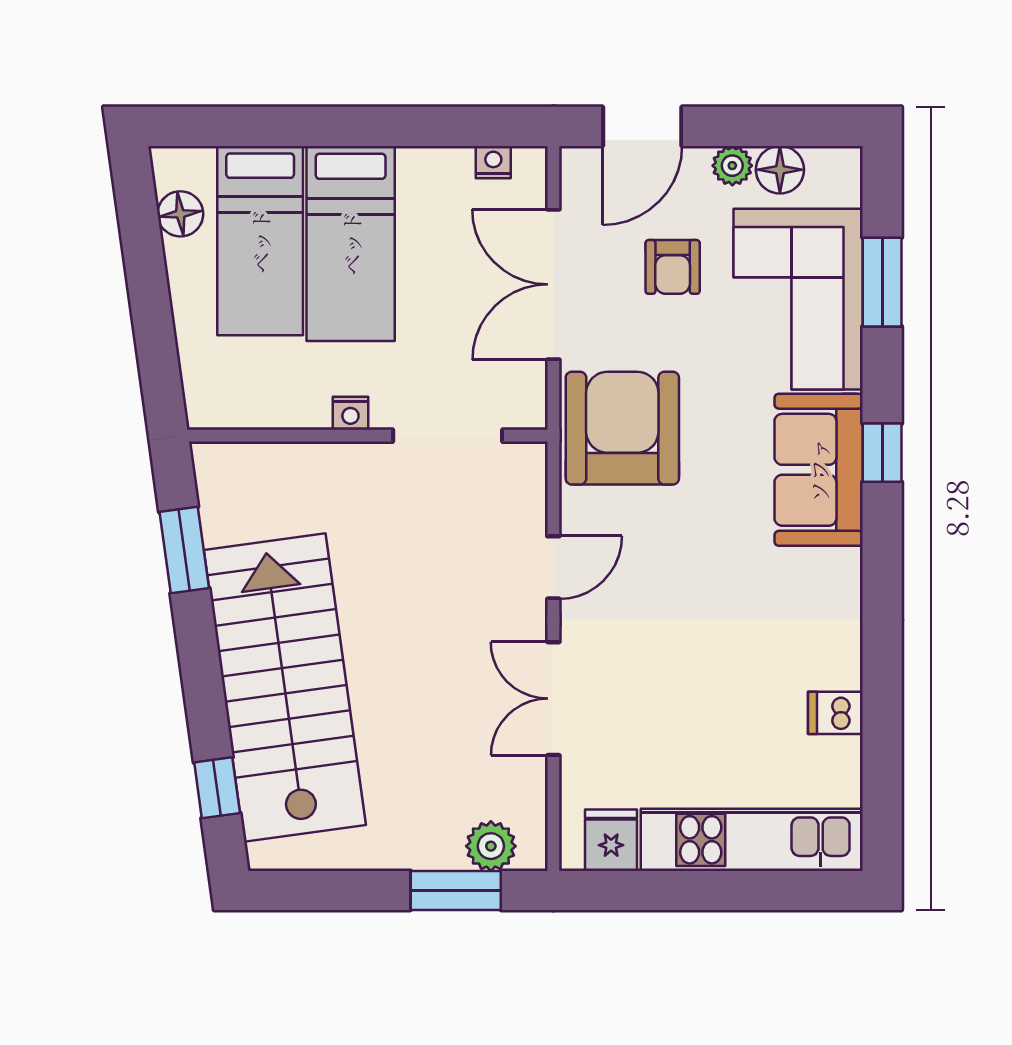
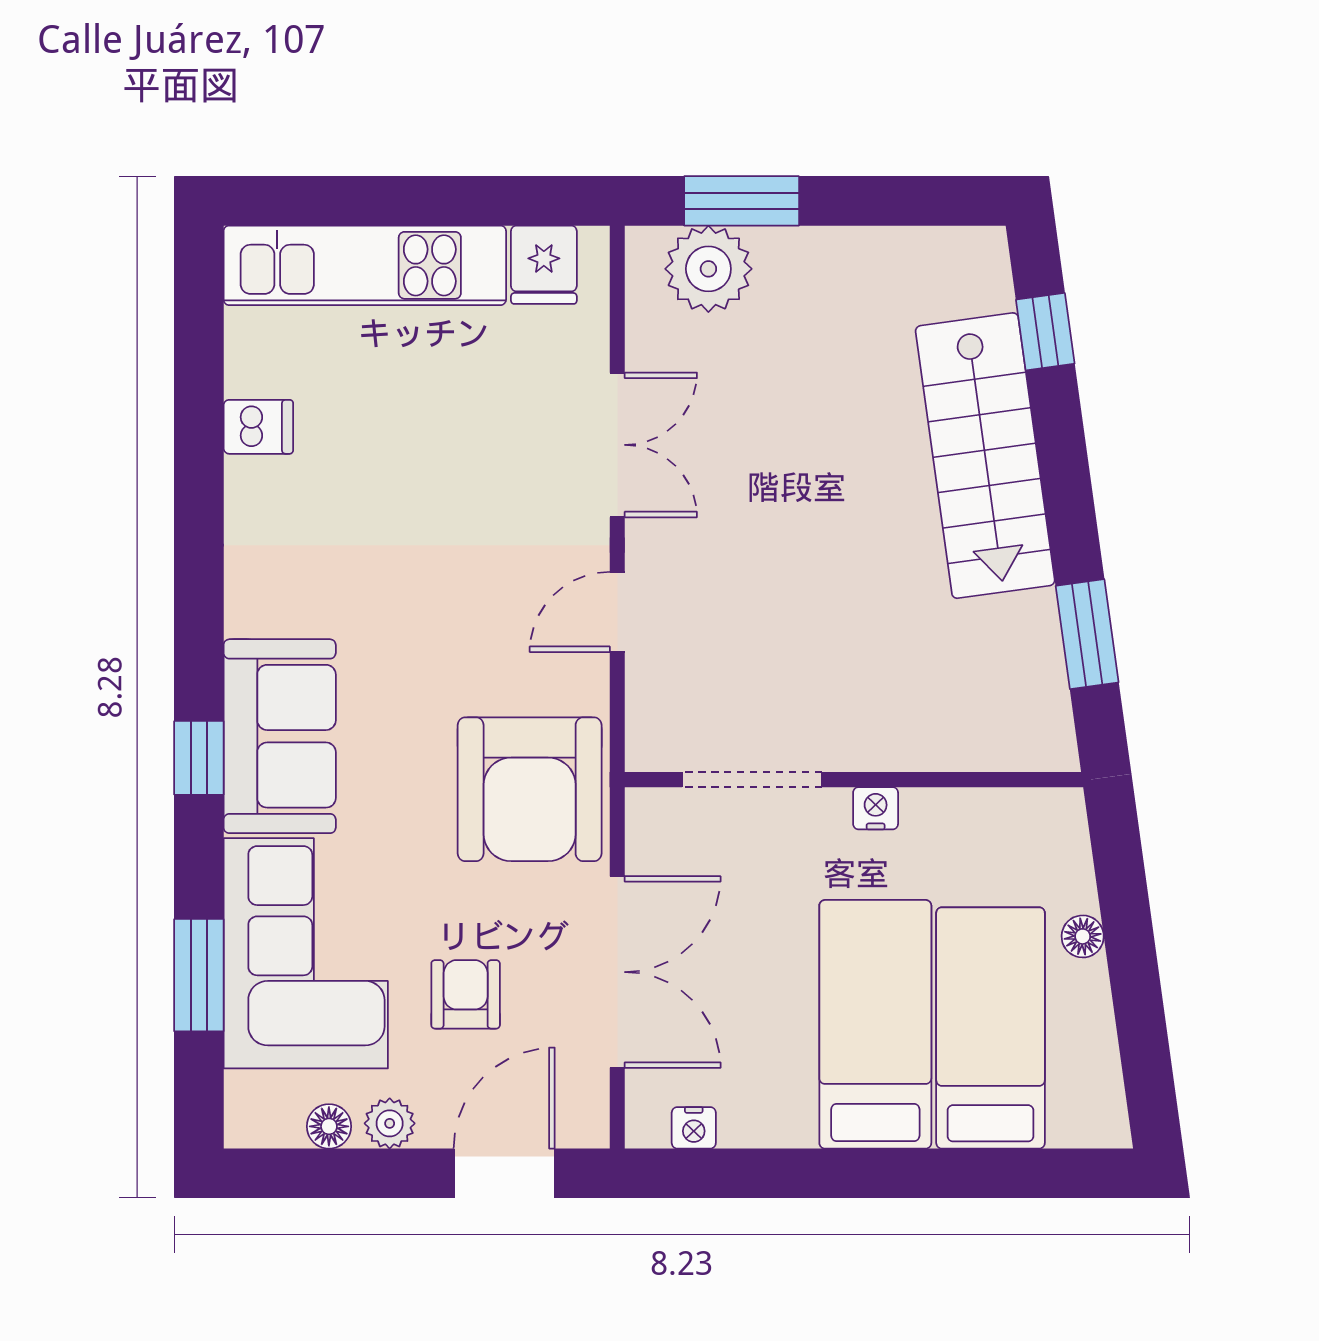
floor lamp: (780, 170) -> (329, 1126), width x0.73, depth x0.73
floor lamp: (180, 214) -> (1083, 936), moved, width x0.73, depth x0.73
stairs: (285, 687) -> (985, 456), width x0.73, depth x0.66
plant: (491, 846) -> (708, 269), width x1.36, depth x1.36

